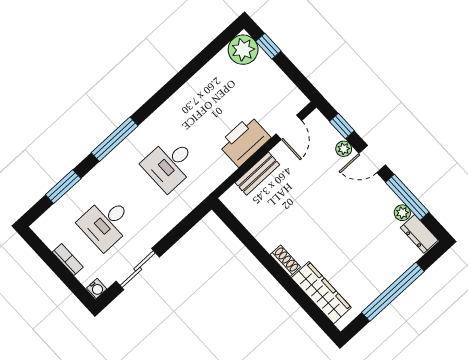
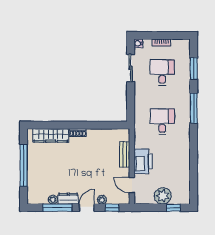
plant: (243, 50) -> (163, 196), moved
dresser: (419, 234) -> (68, 199), moved

